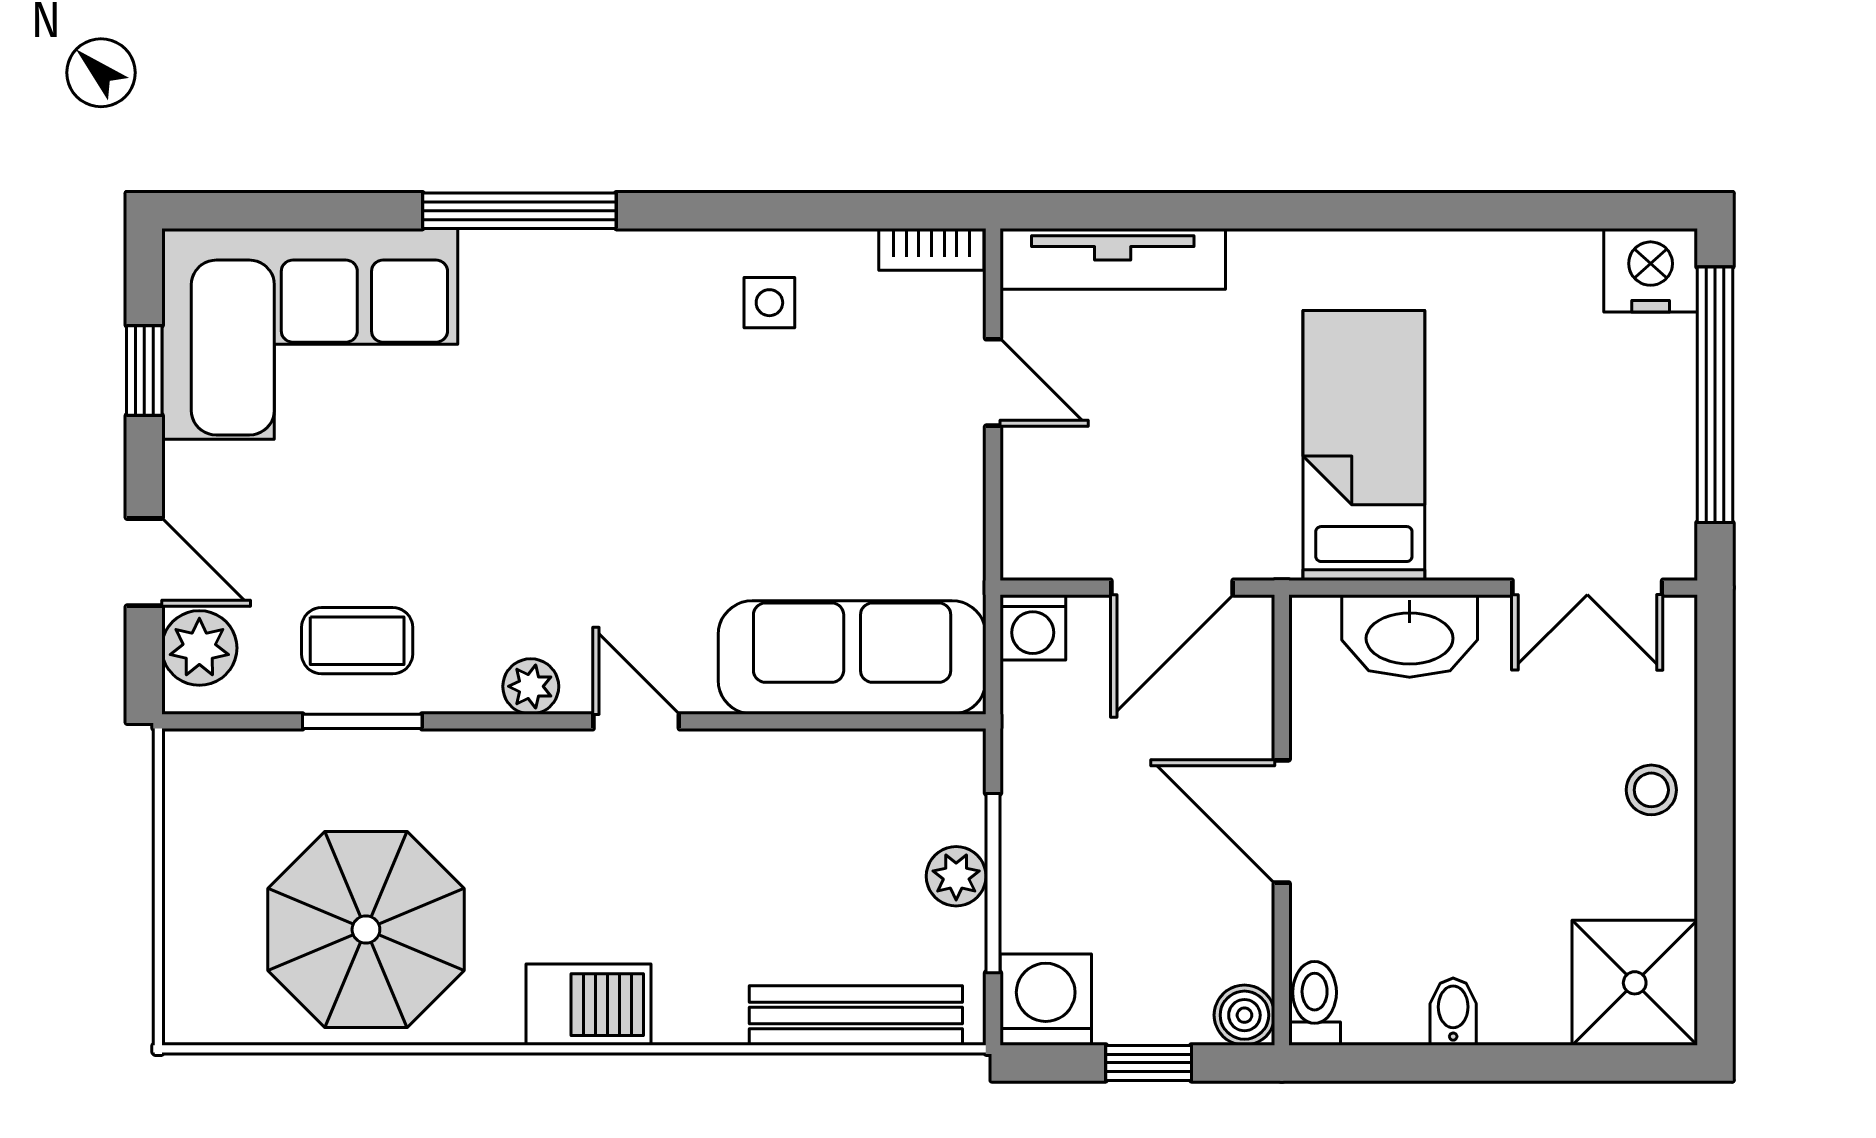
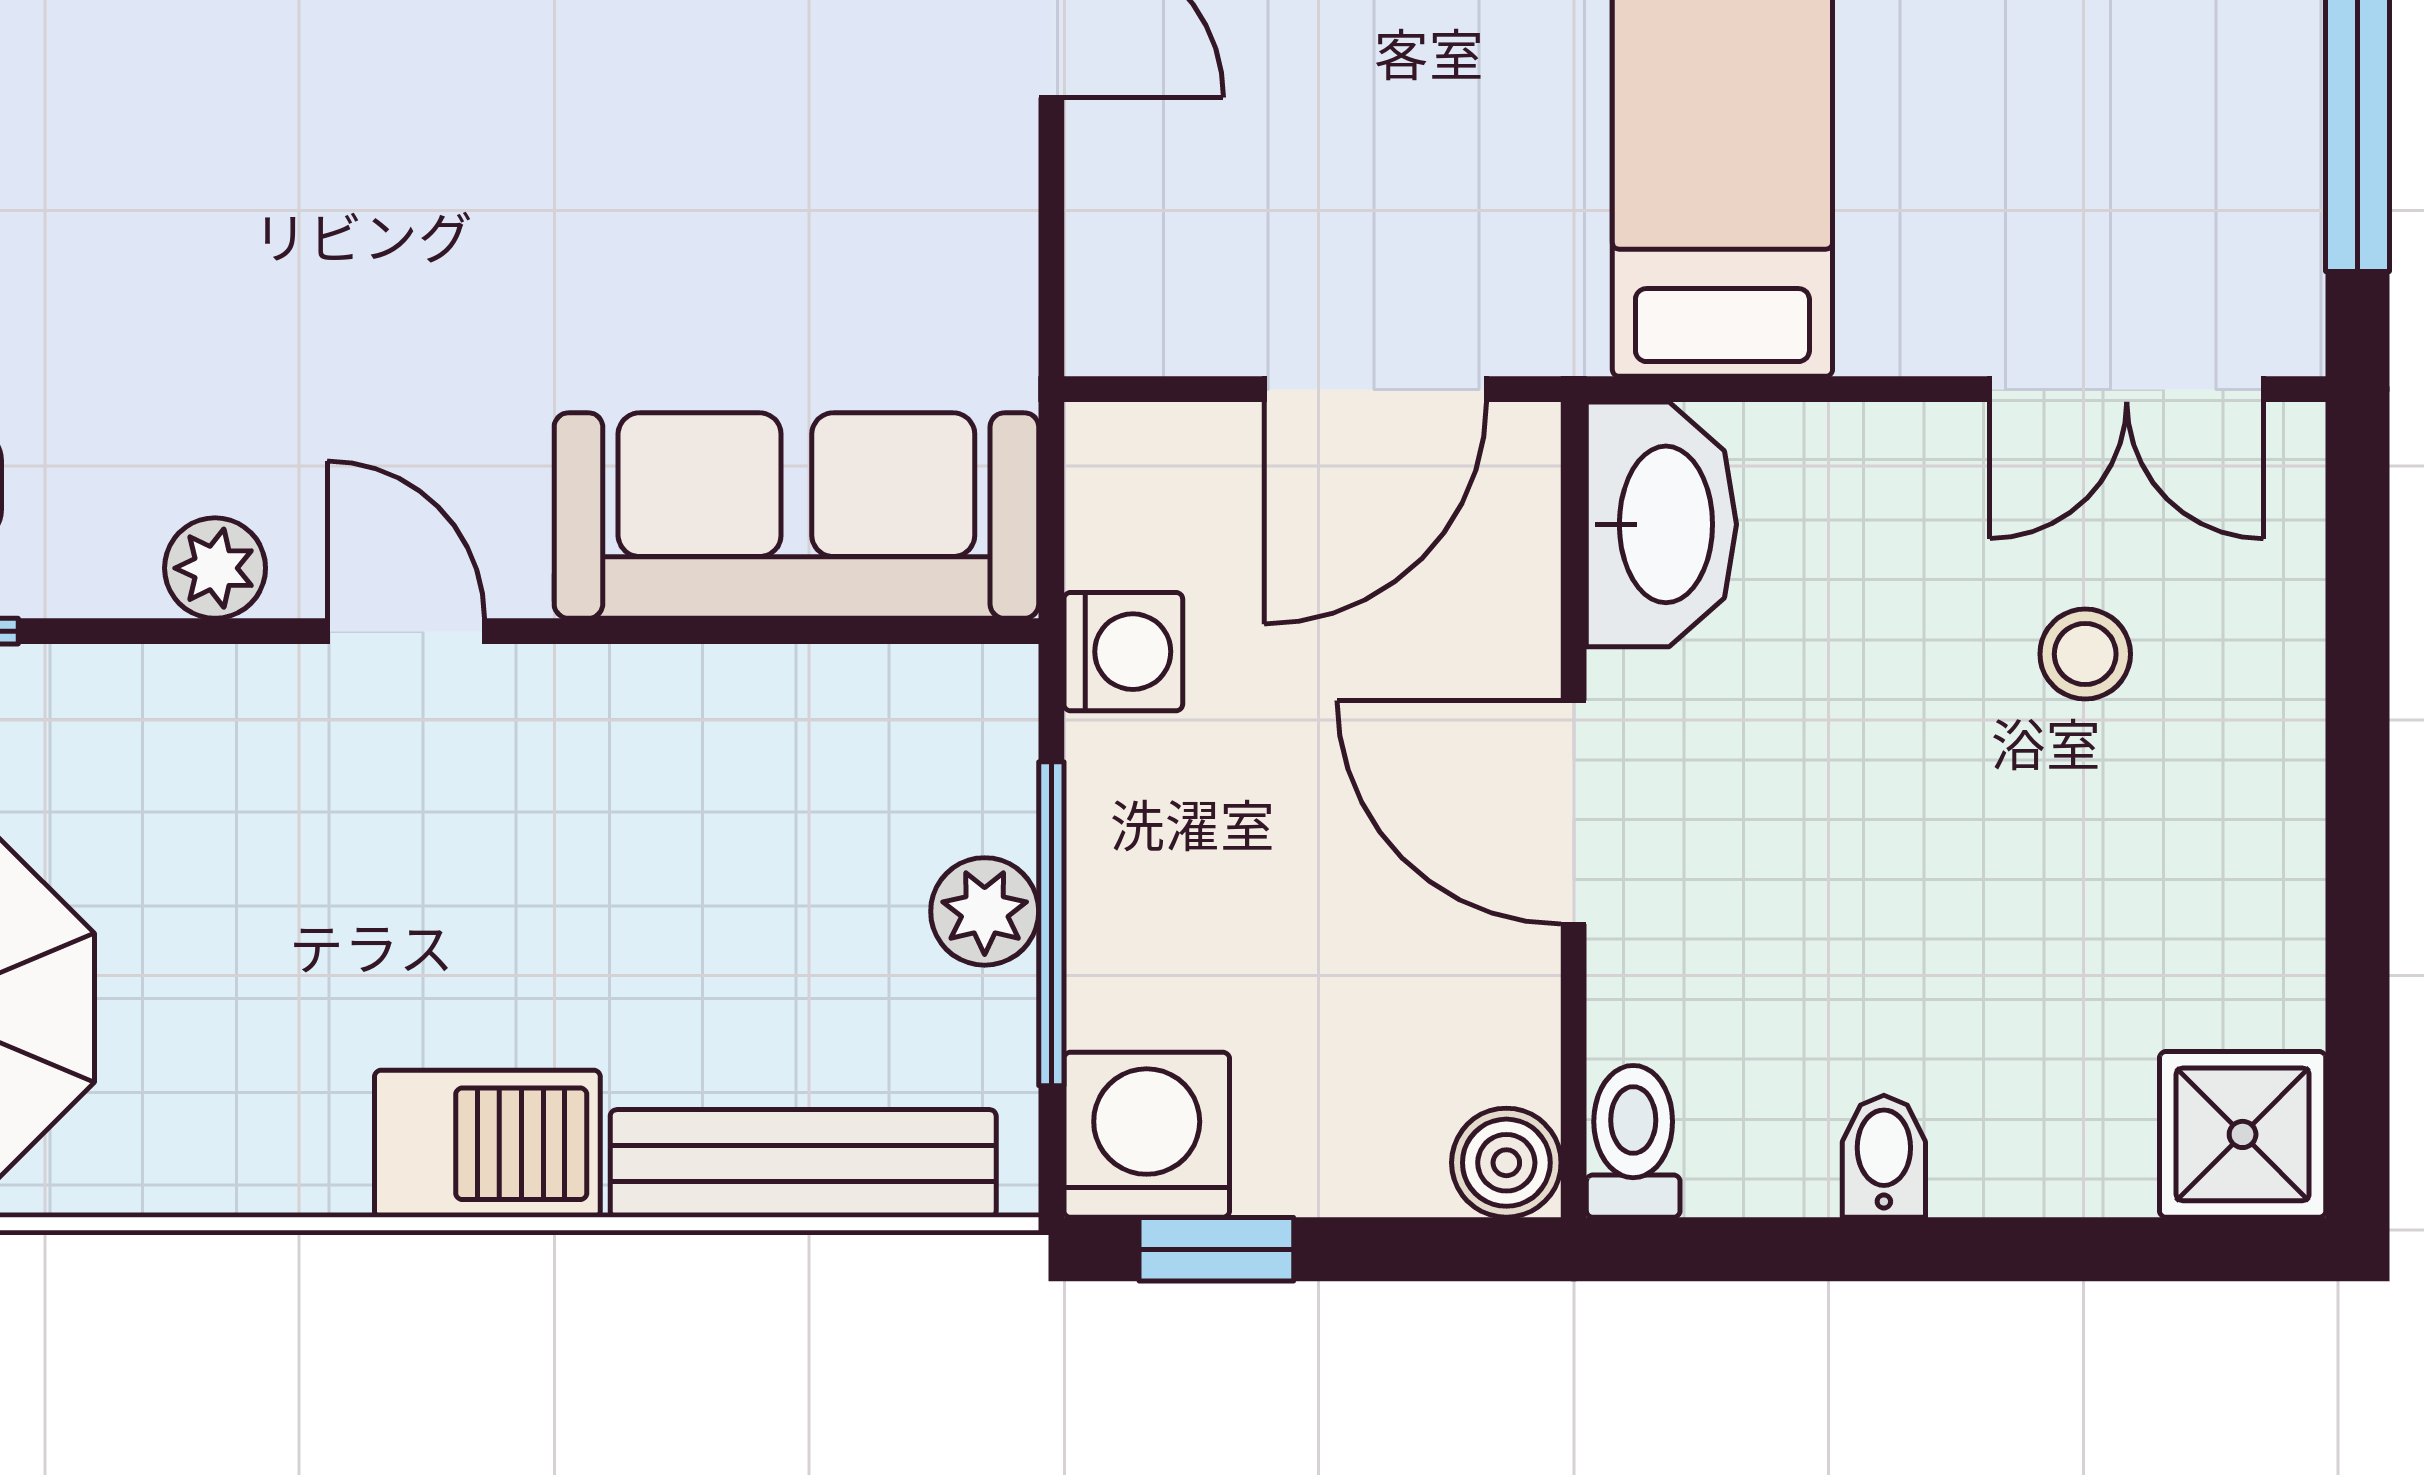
washing machine: (1033, 627) -> (1123, 652), moved, turned -90
washbasin: (1410, 636) -> (1661, 524), moved, turned -90
stool: (1651, 790) -> (2085, 654), moved
shower: (1635, 983) -> (2243, 1134), width x0.73, depth x0.73
barbecue: (589, 1005) -> (487, 1144), moved
window: (1149, 1063) -> (1216, 1249), moved

